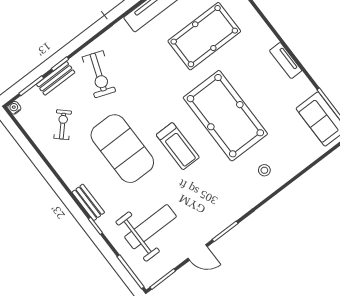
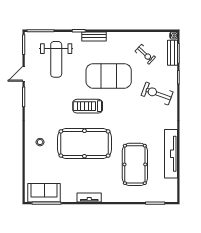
bench: (56, 78) -> (172, 53), moved

